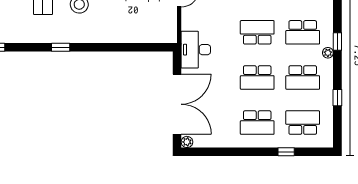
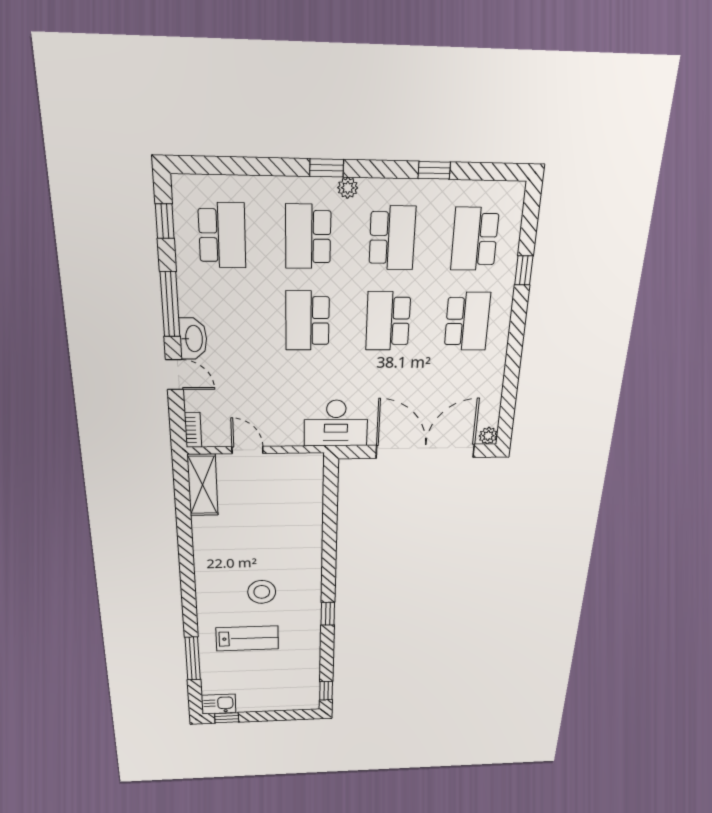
school desk: (303, 32) -> (308, 237), turned 180
school desk: (257, 77) -> (388, 321), turned 180

